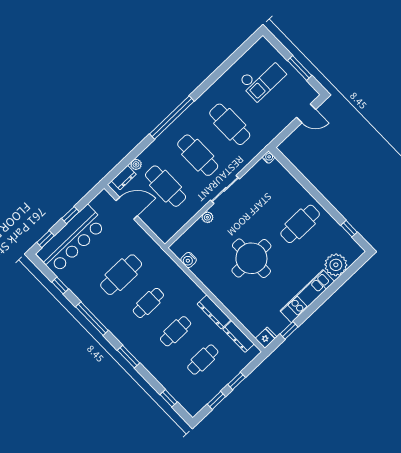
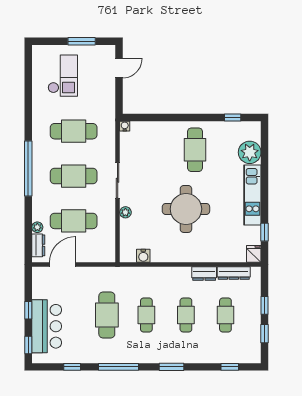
bar counter: (72, 239) -> (47, 326), width x0.73
dresser: (214, 312) -> (204, 274), width x0.70

